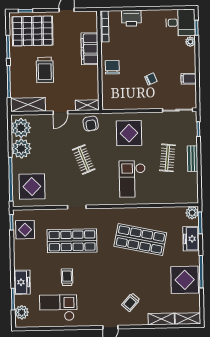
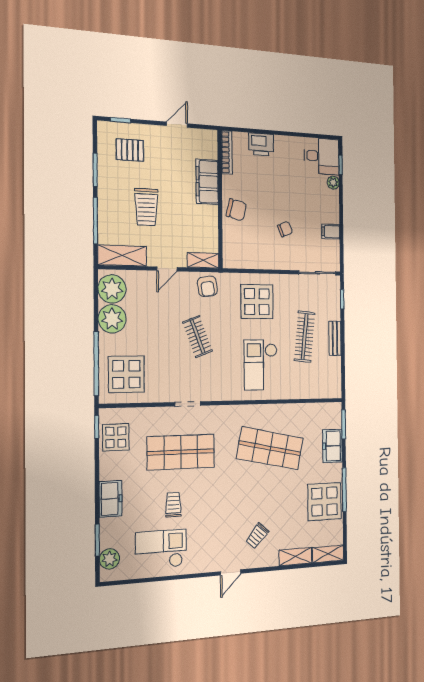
pallet: (33, 31) -> (130, 150), width x0.49, depth x0.50
chair: (112, 67) -> (236, 210), turned 104
clothes rail: (167, 158) -> (305, 337), width x1.36
plant: (192, 213) -> (334, 411), removed
freezer: (22, 282) -> (111, 499), moved

